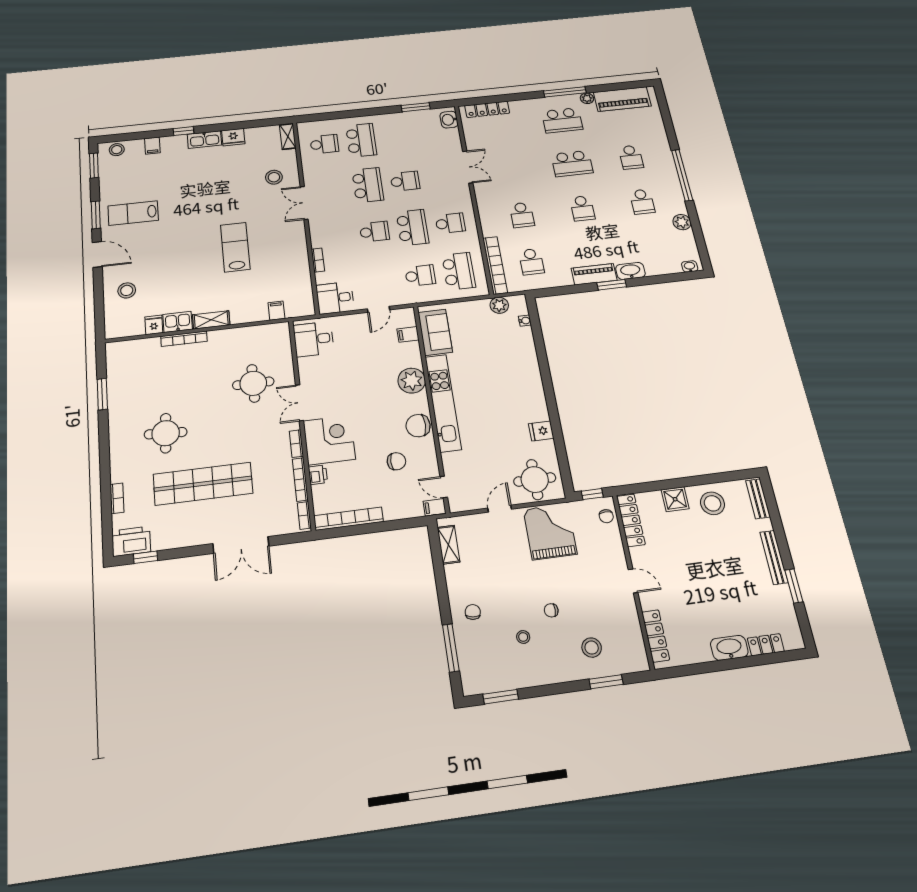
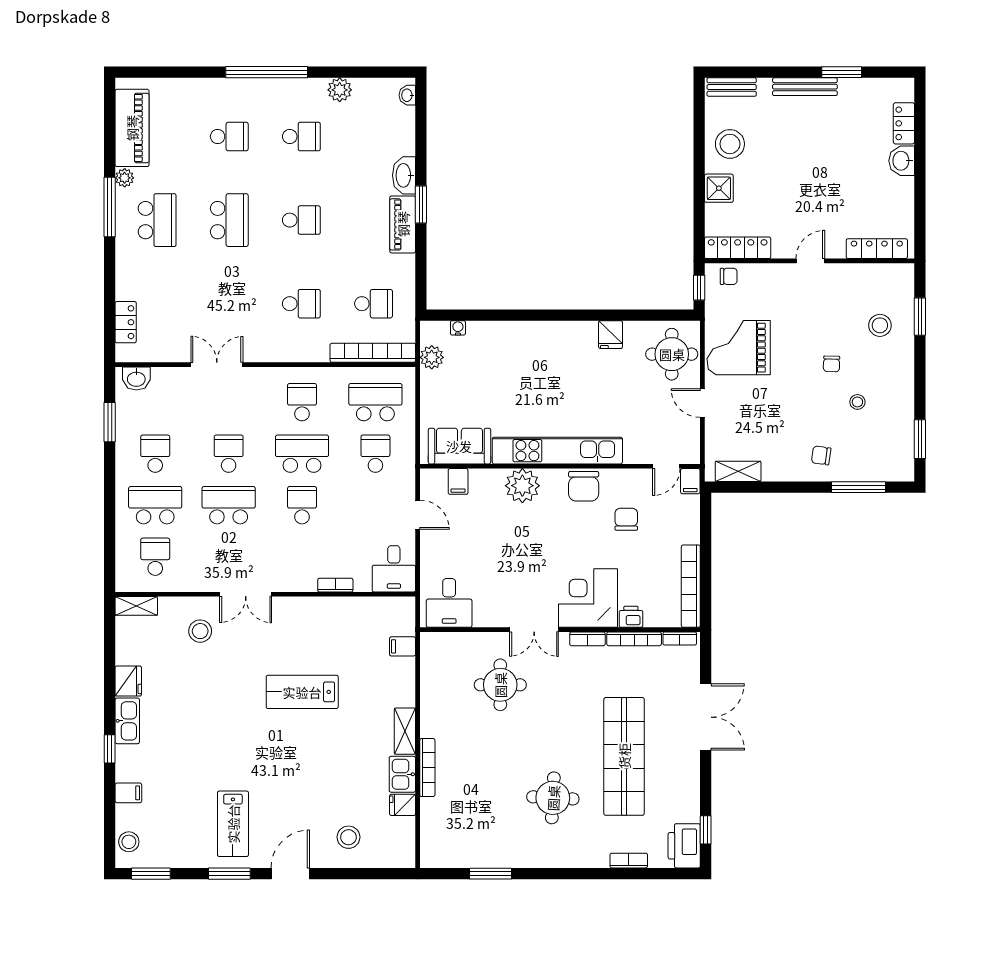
locker: (487, 109) -> (126, 322), width x0.66
school desk: (398, 136) -> (155, 454), added
washbasin: (729, 648) -> (902, 161), width x0.72

